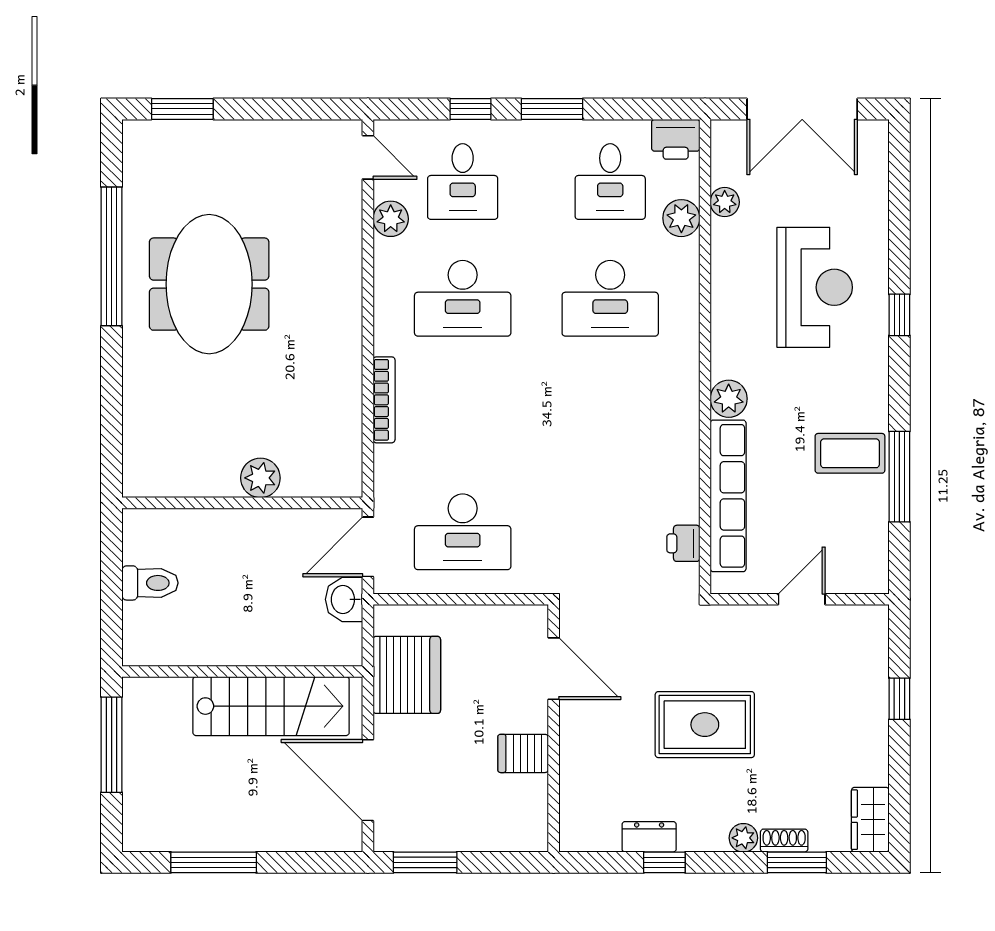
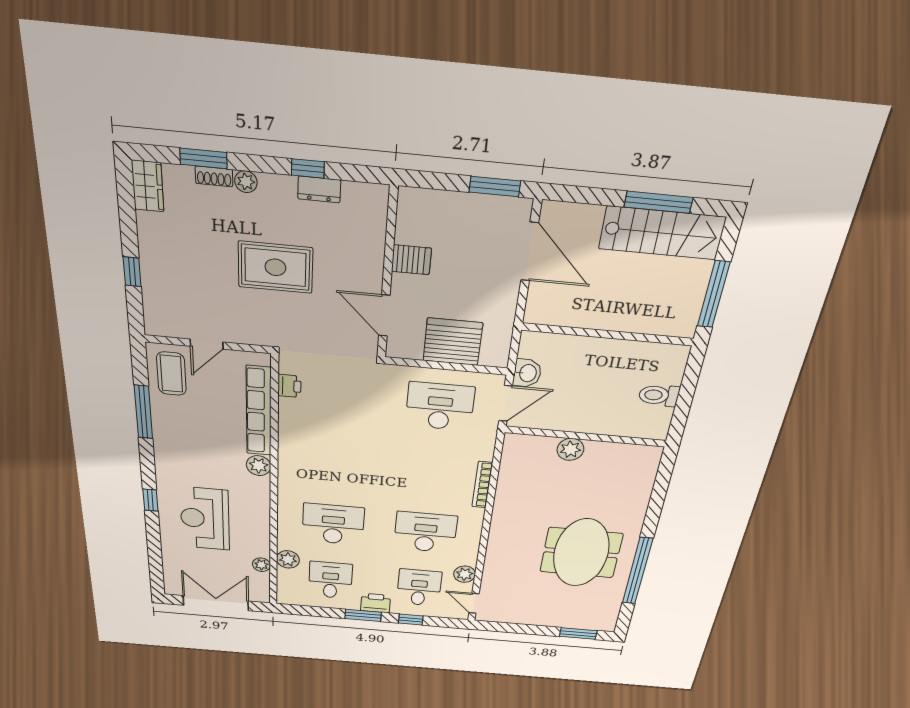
printer: (676, 139) -> (376, 603), moved
coffee table: (850, 453) -> (171, 374), moved, turned 90
server rack: (407, 675) -> (453, 342), moved, turned 90
stairs: (271, 706) -> (662, 233), moved, turned 180

